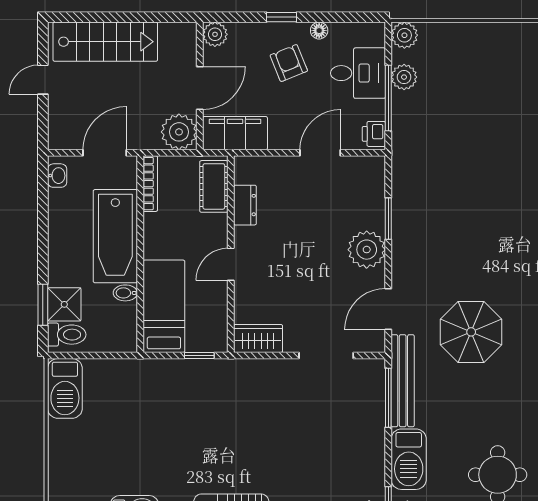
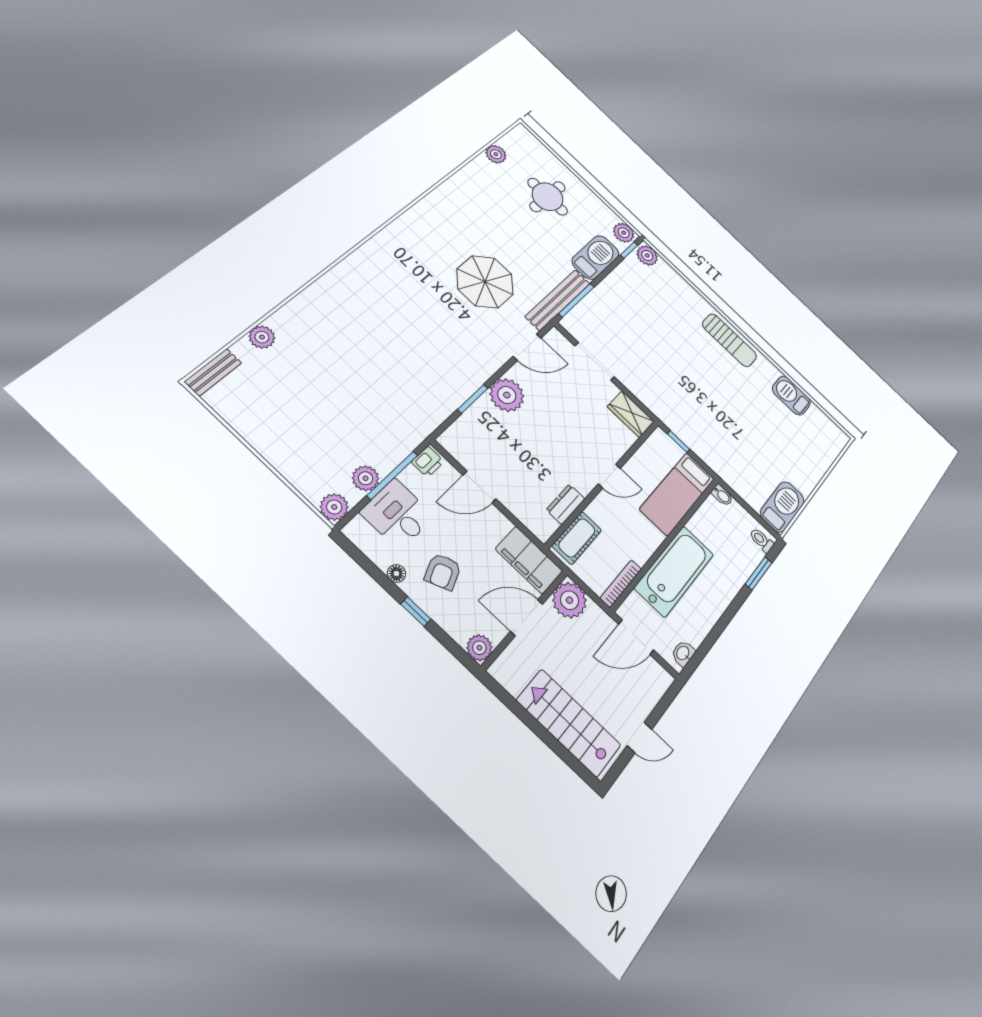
bidet: (125, 293) -> (722, 495), moved
shower: (64, 304) -> (744, 560), removed
toilet: (67, 335) -> (762, 540), width x0.73, depth x0.72

